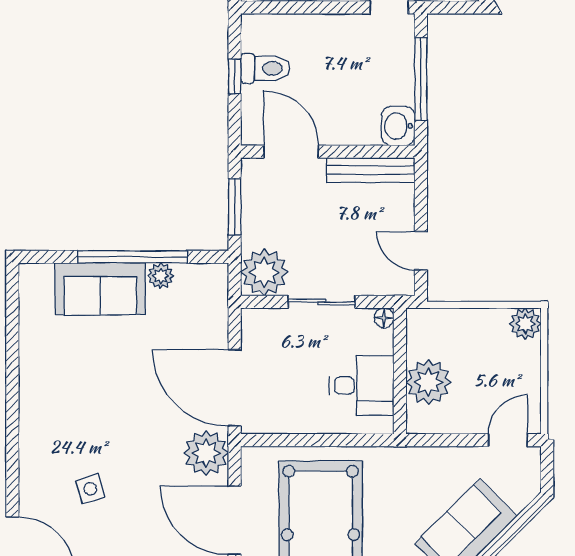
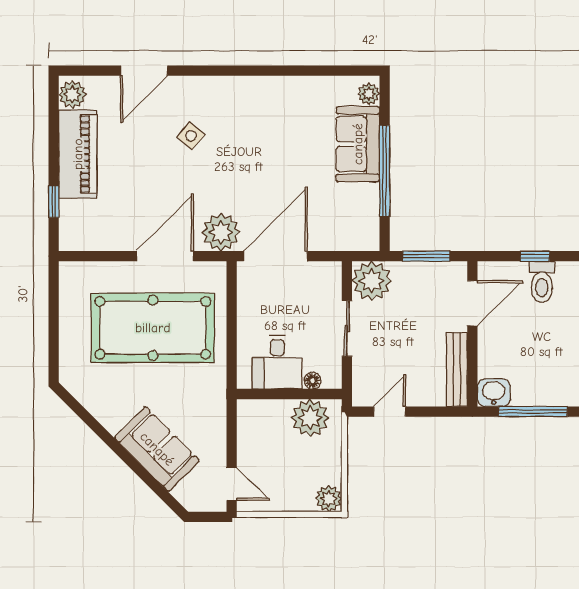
plant: (161, 276) -> (369, 94), moved
floor lamp: (384, 318) -> (312, 381), moved
plant: (428, 382) -> (310, 418), moved
side table: (90, 489) -> (191, 136), turned -33

